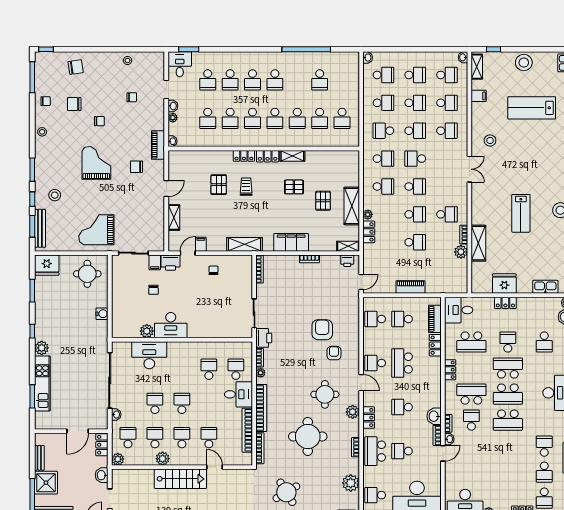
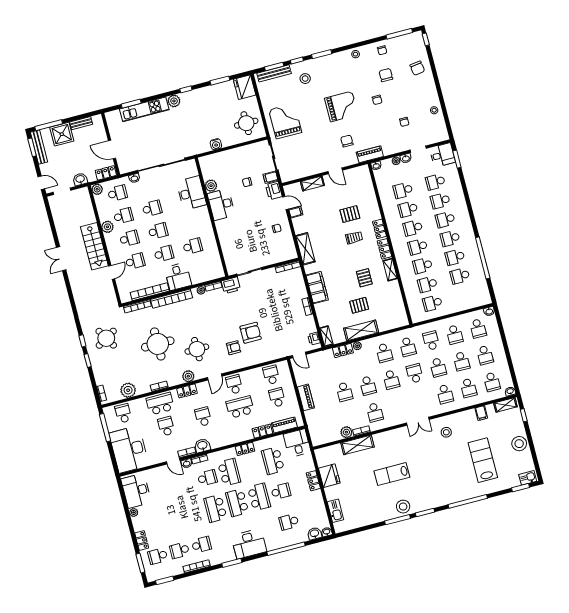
school desk: (297, 80) -> (455, 257), added
school desk: (236, 369) -> (164, 254), moved

